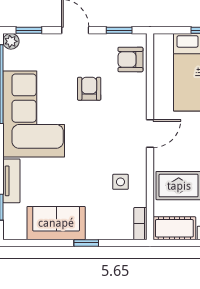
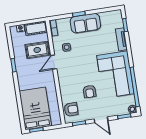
door: (150, 133) -> (54, 62), moved
sofa: (56, 223) -> (85, 23), moved

